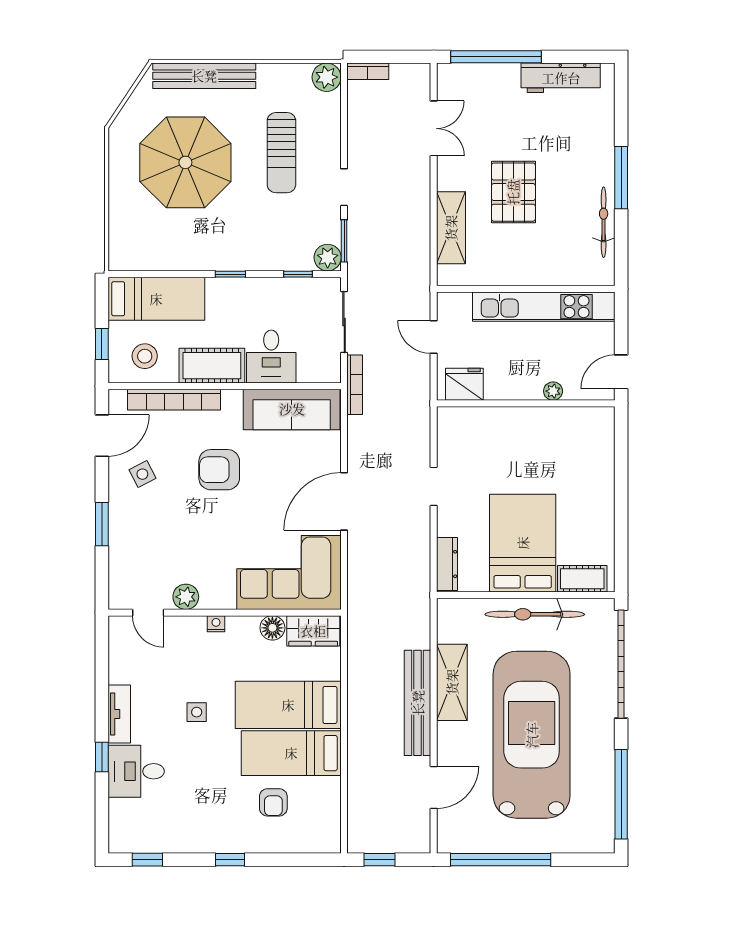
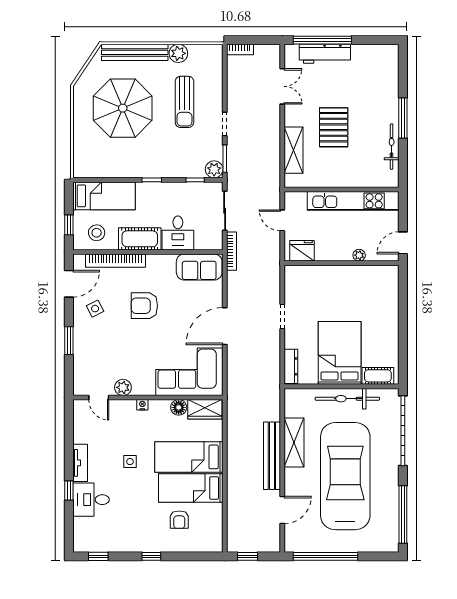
plant: (327, 77) -> (178, 53), moved
workbench: (561, 78) -> (325, 54), moved
sofa: (292, 409) -> (199, 267), width x0.73

